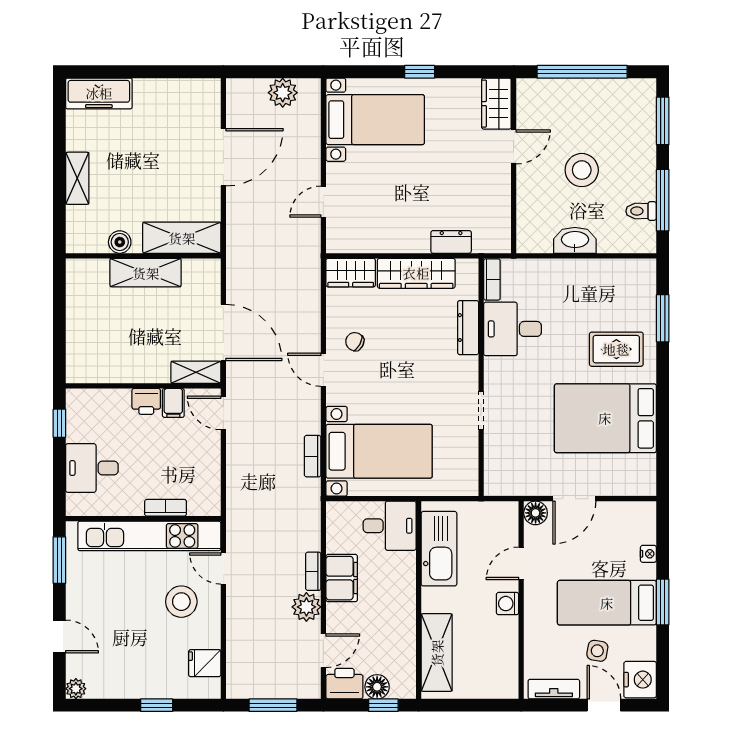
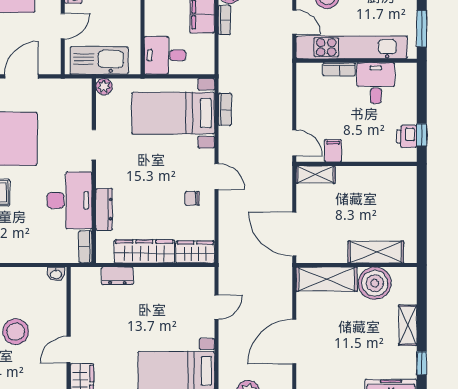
window: (59, 130) -> (422, 363), added
washbasin: (575, 240) -> (56, 274), moved, width x0.52, depth x0.69
boiler: (120, 242) -> (375, 283), width x1.86, depth x1.86
shelving: (146, 273) -> (376, 252), moved
desk: (513, 329) -> (70, 200), width x1.37
door: (223, 332) -> (294, 234), moved
chair: (355, 342) -> (192, 198), turned 151
printer: (146, 401) -> (407, 136), moved, turned -90
desk: (92, 468) -> (376, 83), moved, turned -90
plant: (468, 486) -> (104, 87), added
floor lamp: (536, 513) -> (52, 65), removed
kitchen sink: (439, 549) -> (99, 61), moved, turned 90

